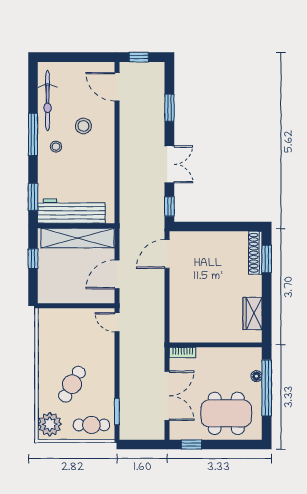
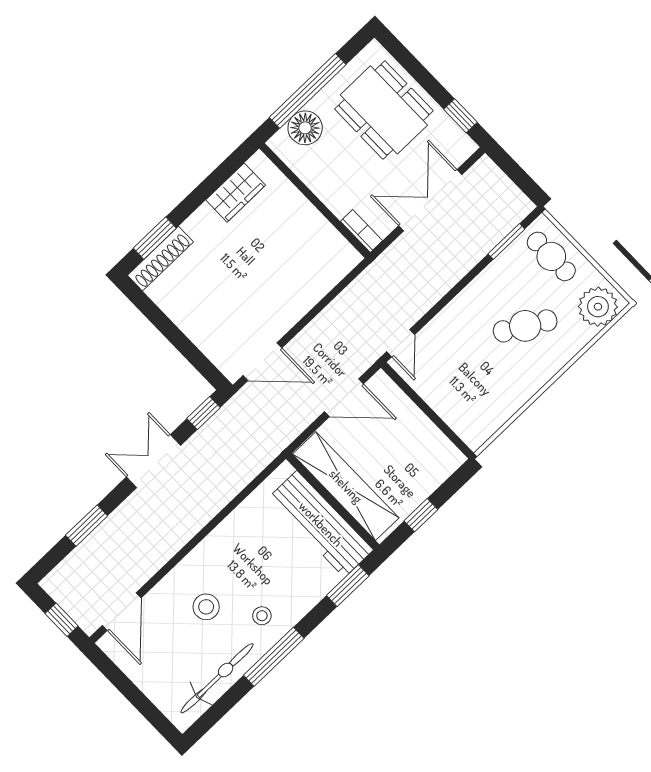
floor lamp: (256, 376) -> (305, 128), width x1.89, depth x1.89

